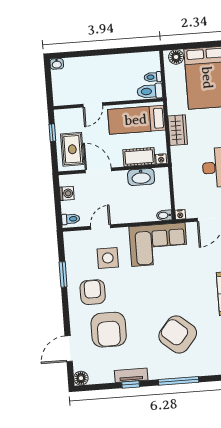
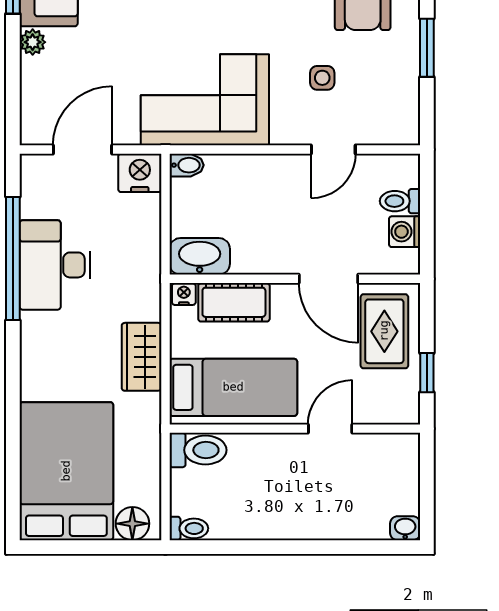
toilet: (153, 77) -> (189, 528), moved
washbasin: (141, 177) -> (200, 256), moved
nightstand: (180, 214) -> (140, 173), width x1.89, depth x1.79
toilet: (71, 219) -> (400, 201), moved
side table: (108, 258) -> (322, 78), width x0.54, depth x0.54

